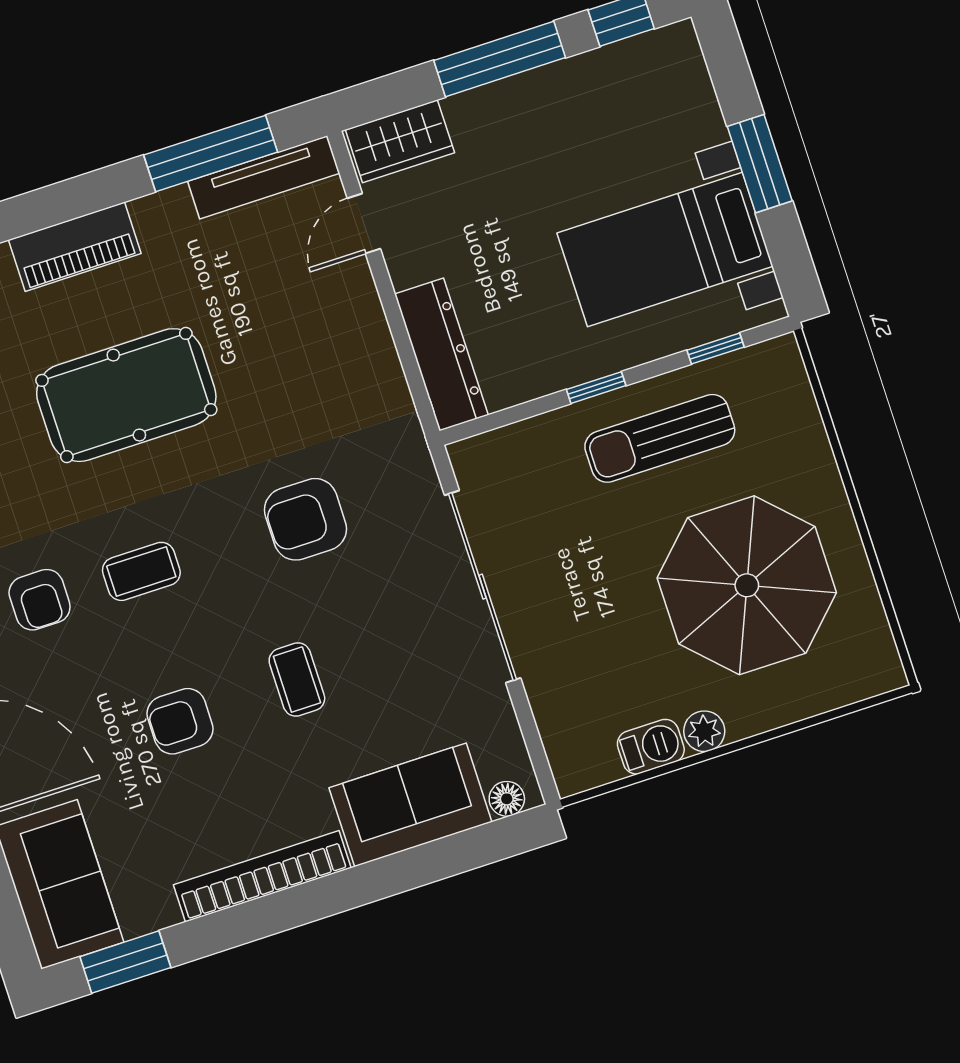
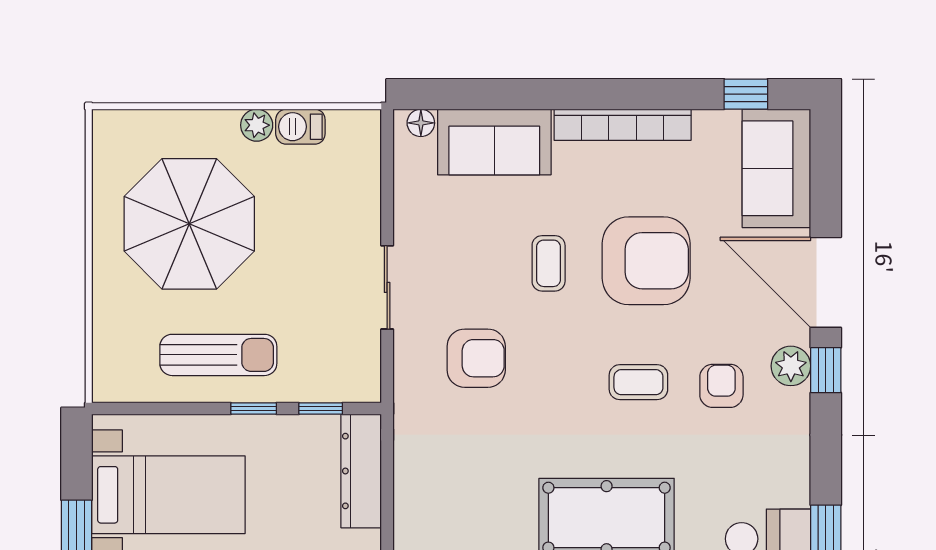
window: (716, 349) -> (321, 408), moved
armchair: (305, 519) -> (476, 358), moved
sliding door: (483, 587) -> (387, 287), width x0.54
armchair: (180, 721) -> (646, 261), width x1.88, depth x1.88
window: (125, 962) -> (746, 94), width x0.67

